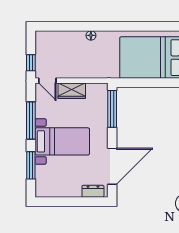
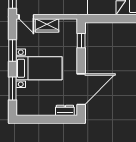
window: (112, 109) -> (81, 41), width x0.46
window: (31, 121) -> (12, 51), width x0.69

